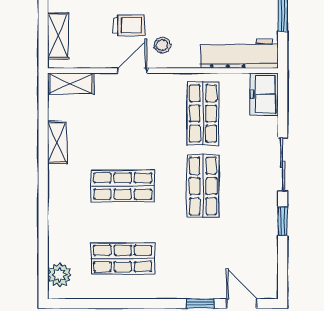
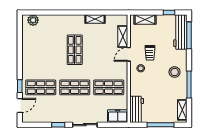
workbench: (239, 54) -> (137, 109), width x0.73
door: (132, 71) -> (129, 54), swing flipped
shelving: (71, 83) -> (123, 37), moved
shop shelf: (123, 259) -> (41, 87), moved, turned 90

